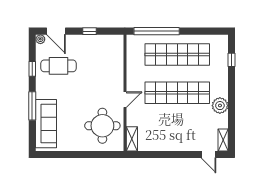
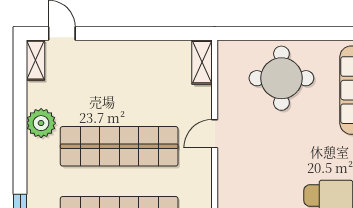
round table: (102, 126) -> (281, 78), moved

